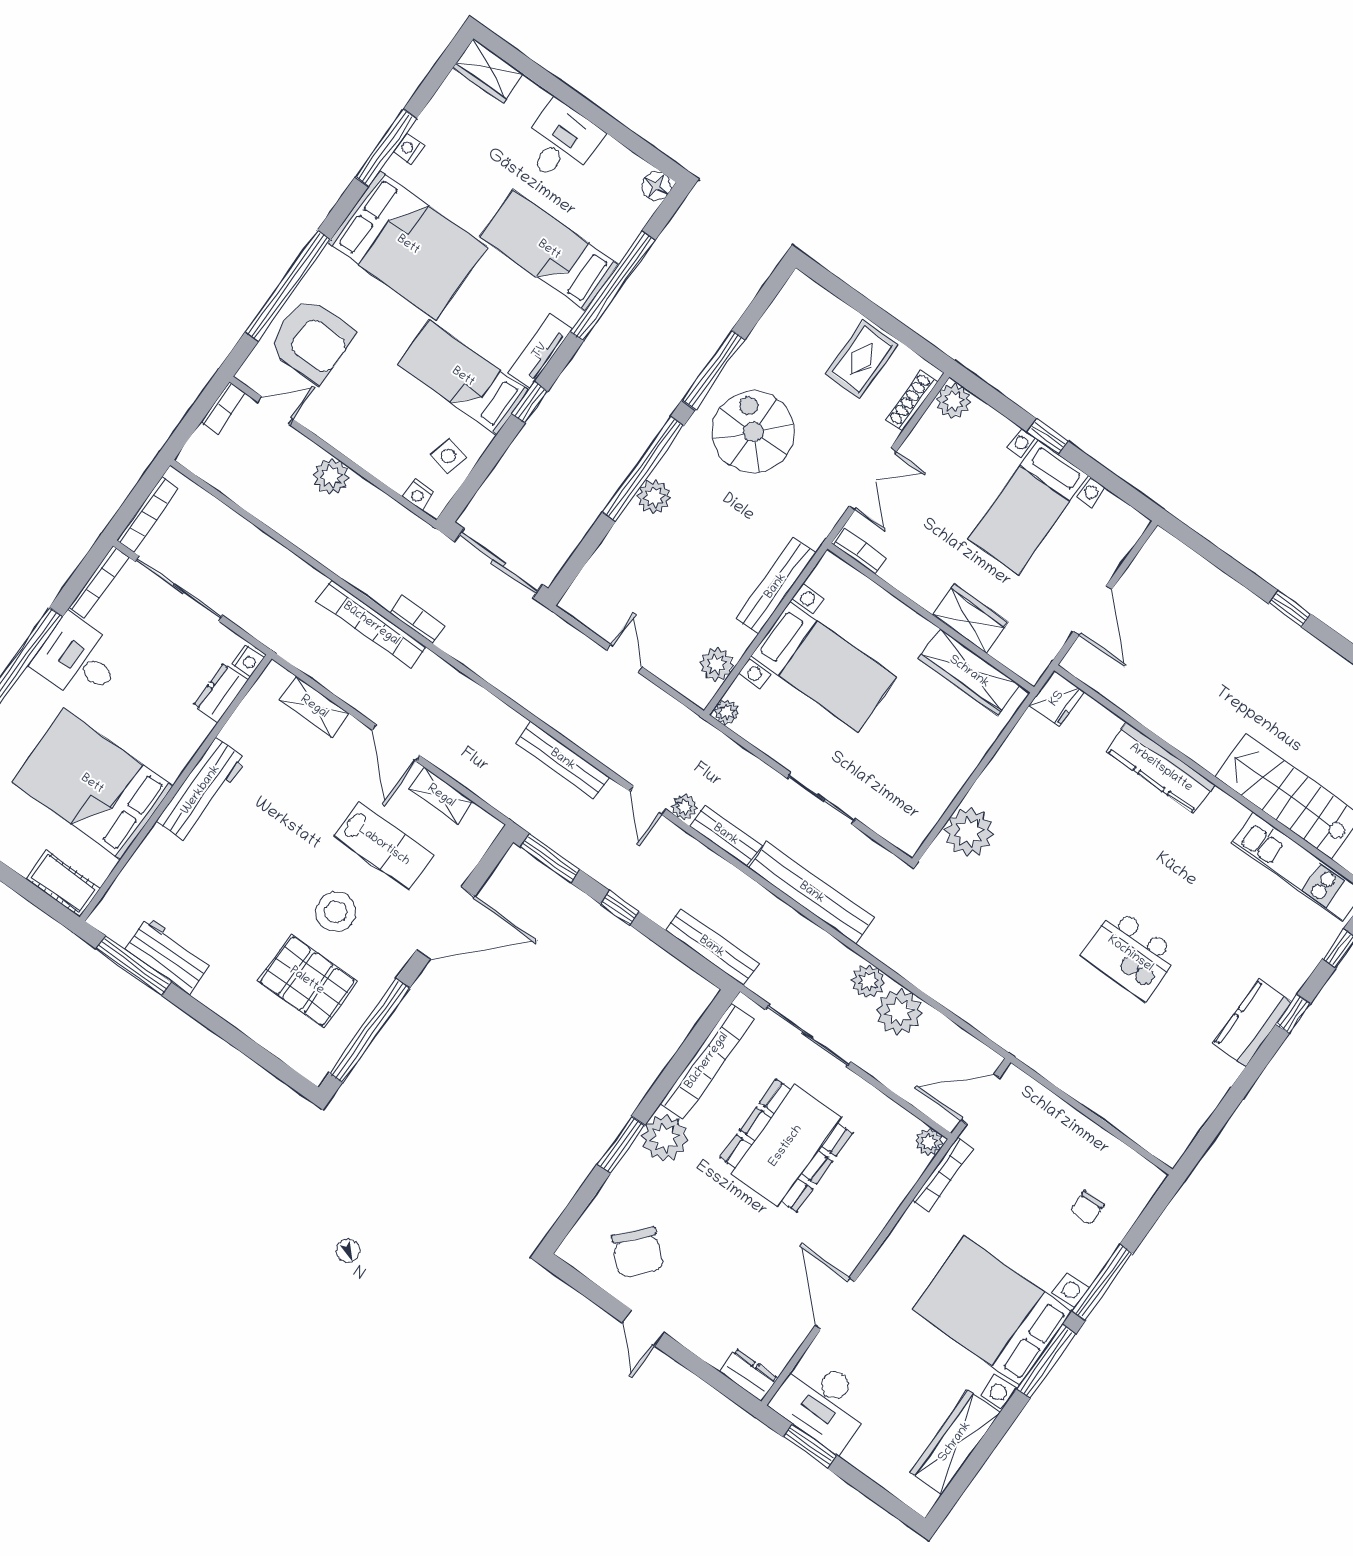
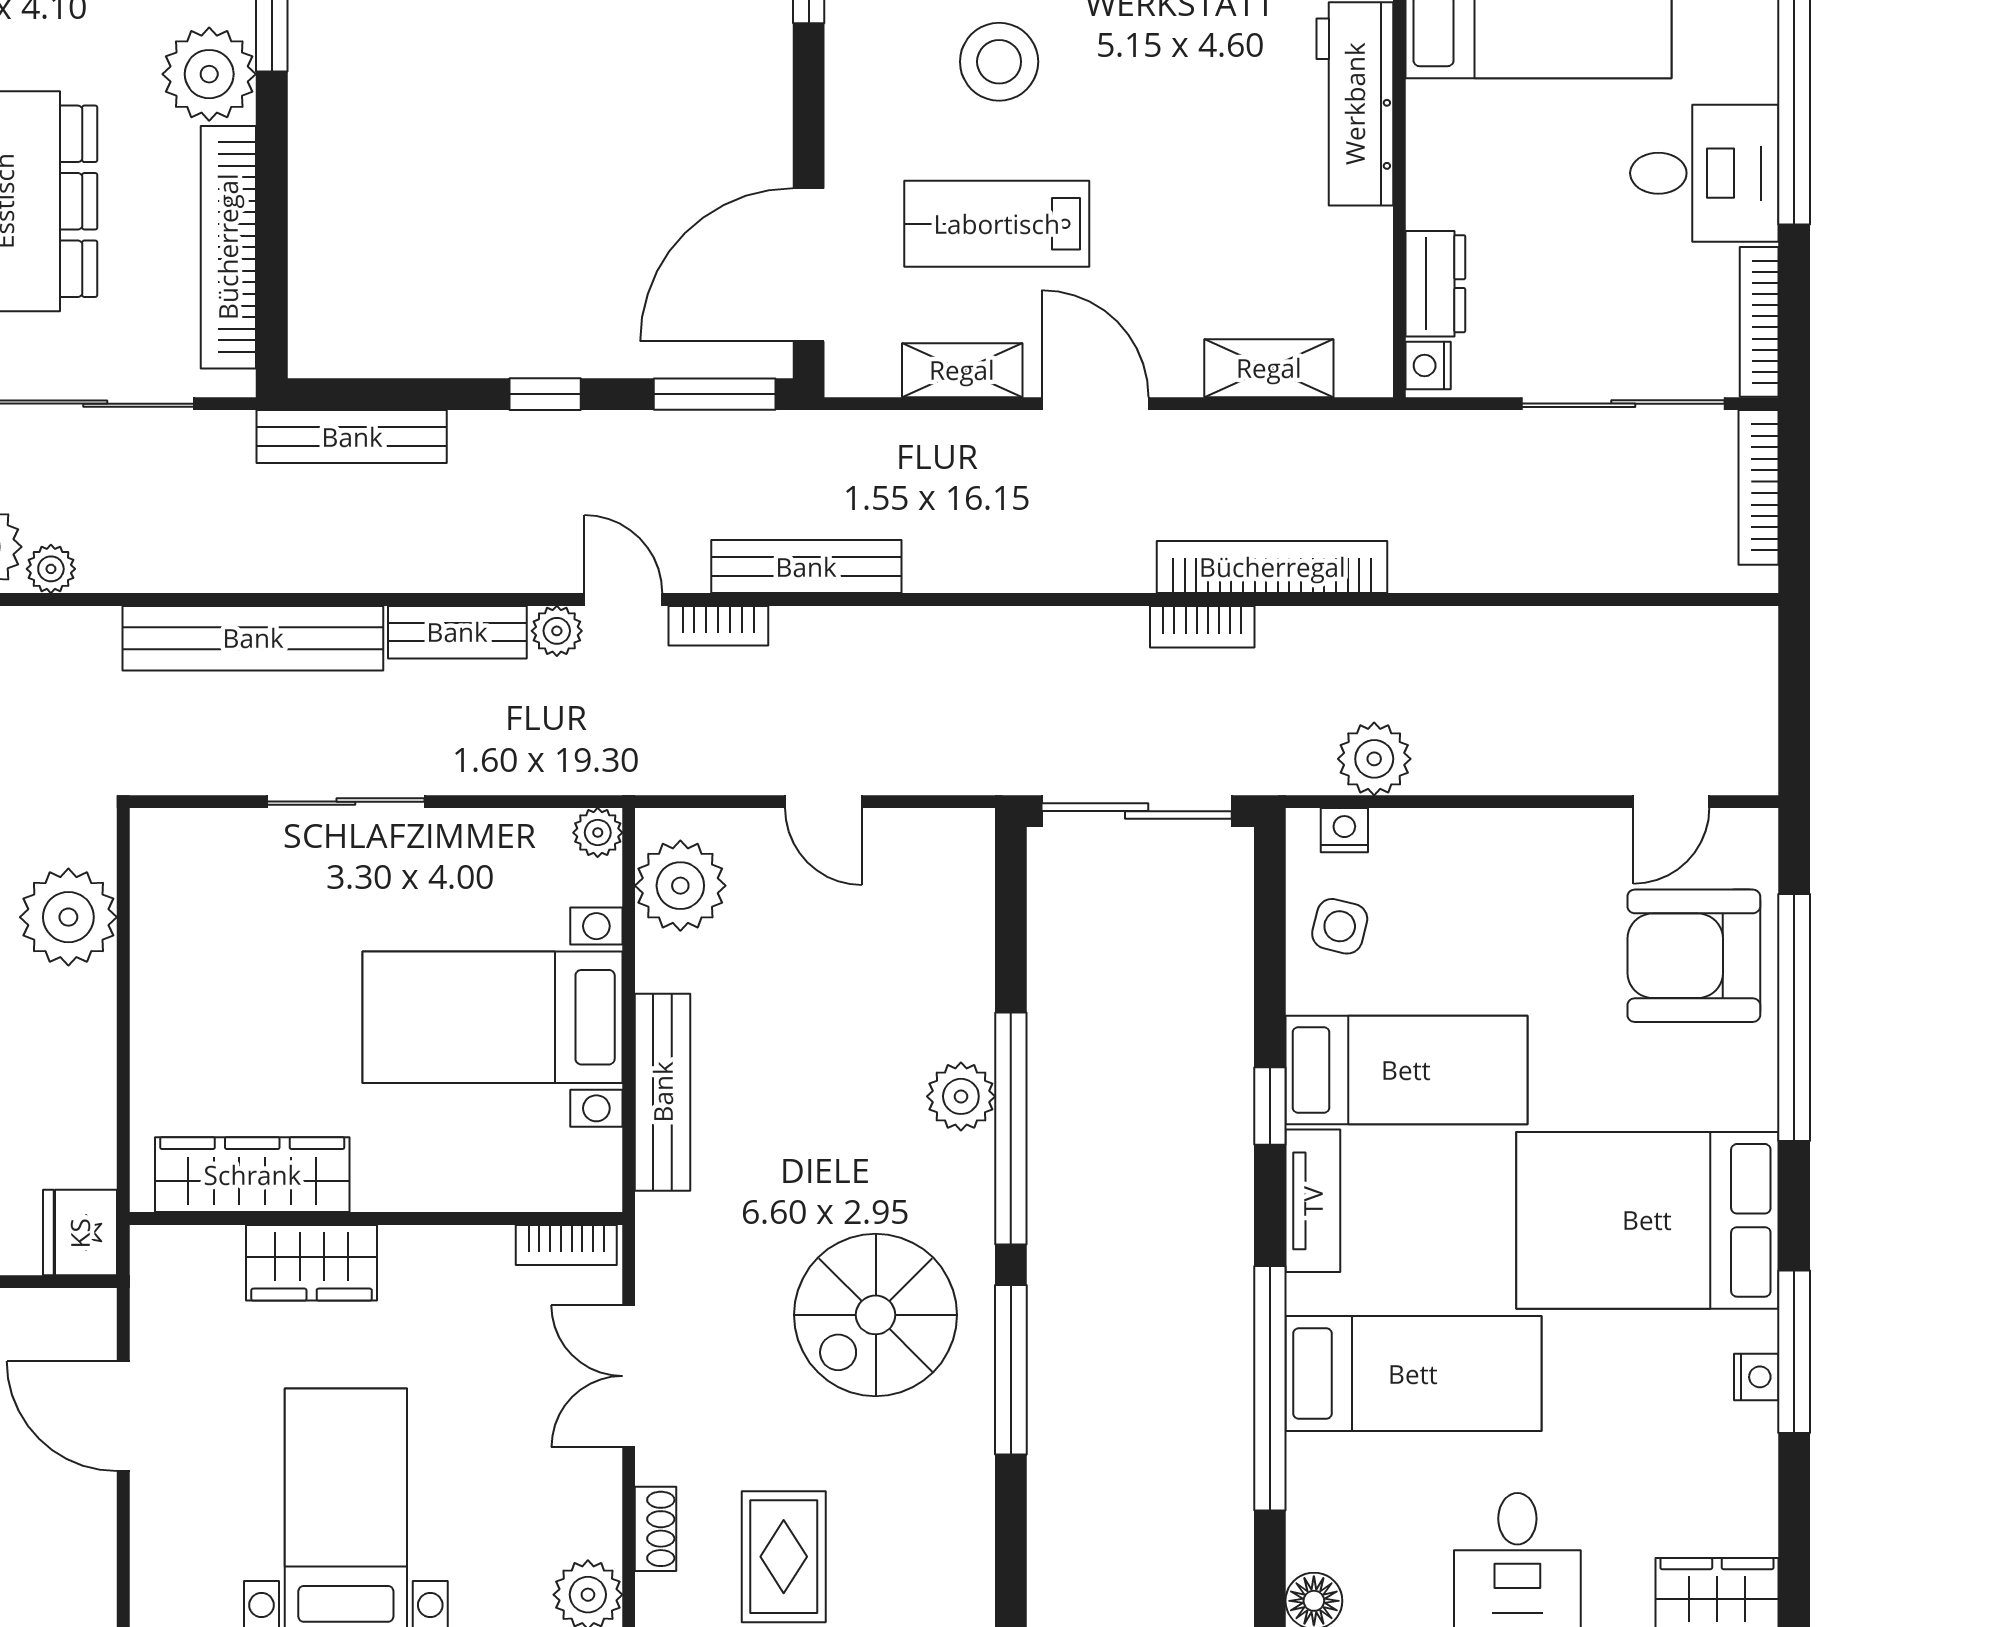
shoe rack: (912, 401) -> (655, 1529), width x0.70
bookcase: (223, 408) -> (718, 626), moved, turned -90
spiral stairs: (753, 432) -> (876, 1315), turned 90
plant: (331, 477) -> (1374, 759), moved
plant: (717, 664) -> (680, 886), width x1.36, depth x1.36
door: (446, 923) -> (809, 265), moved
plant: (868, 982) -> (51, 569), width x0.73, depth x0.73

